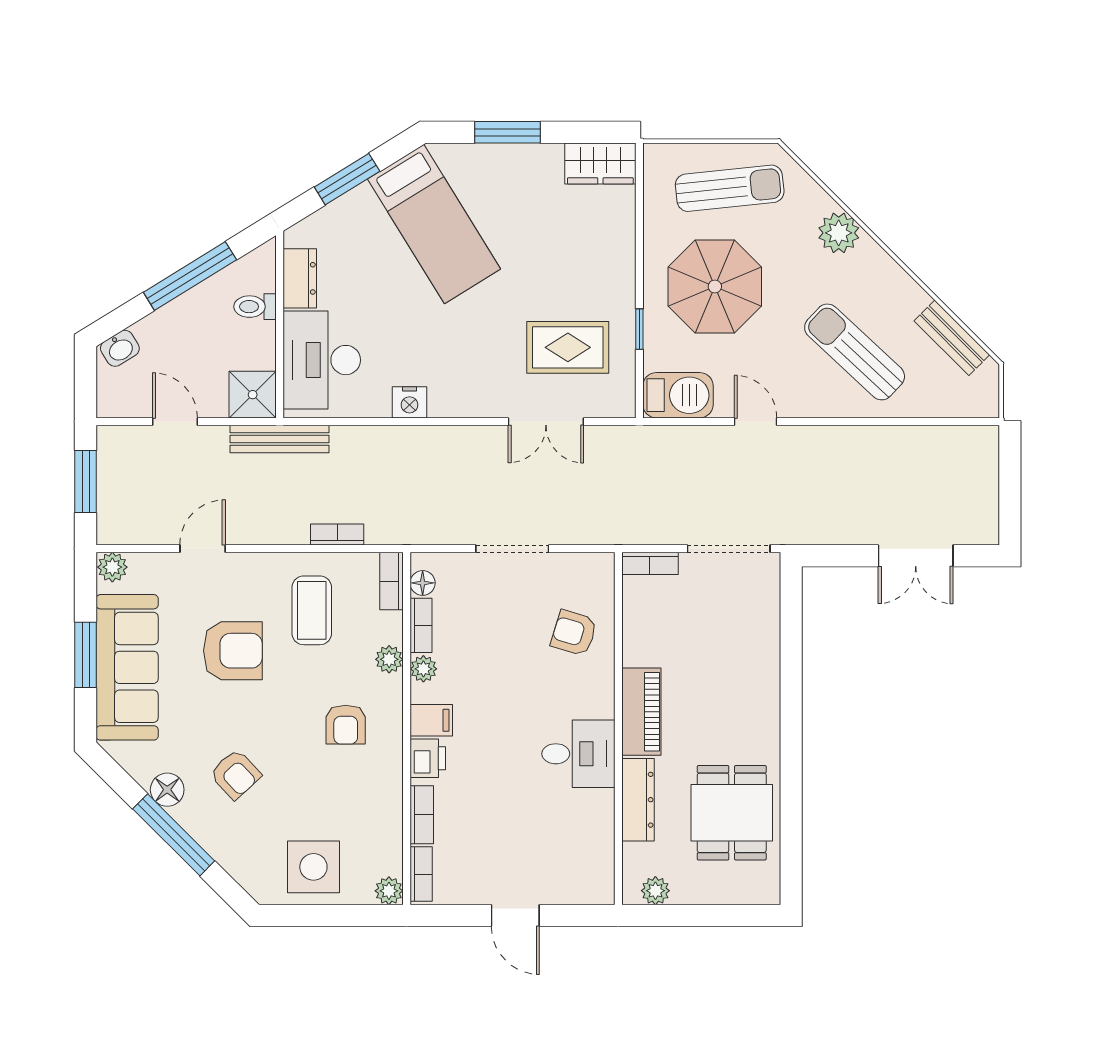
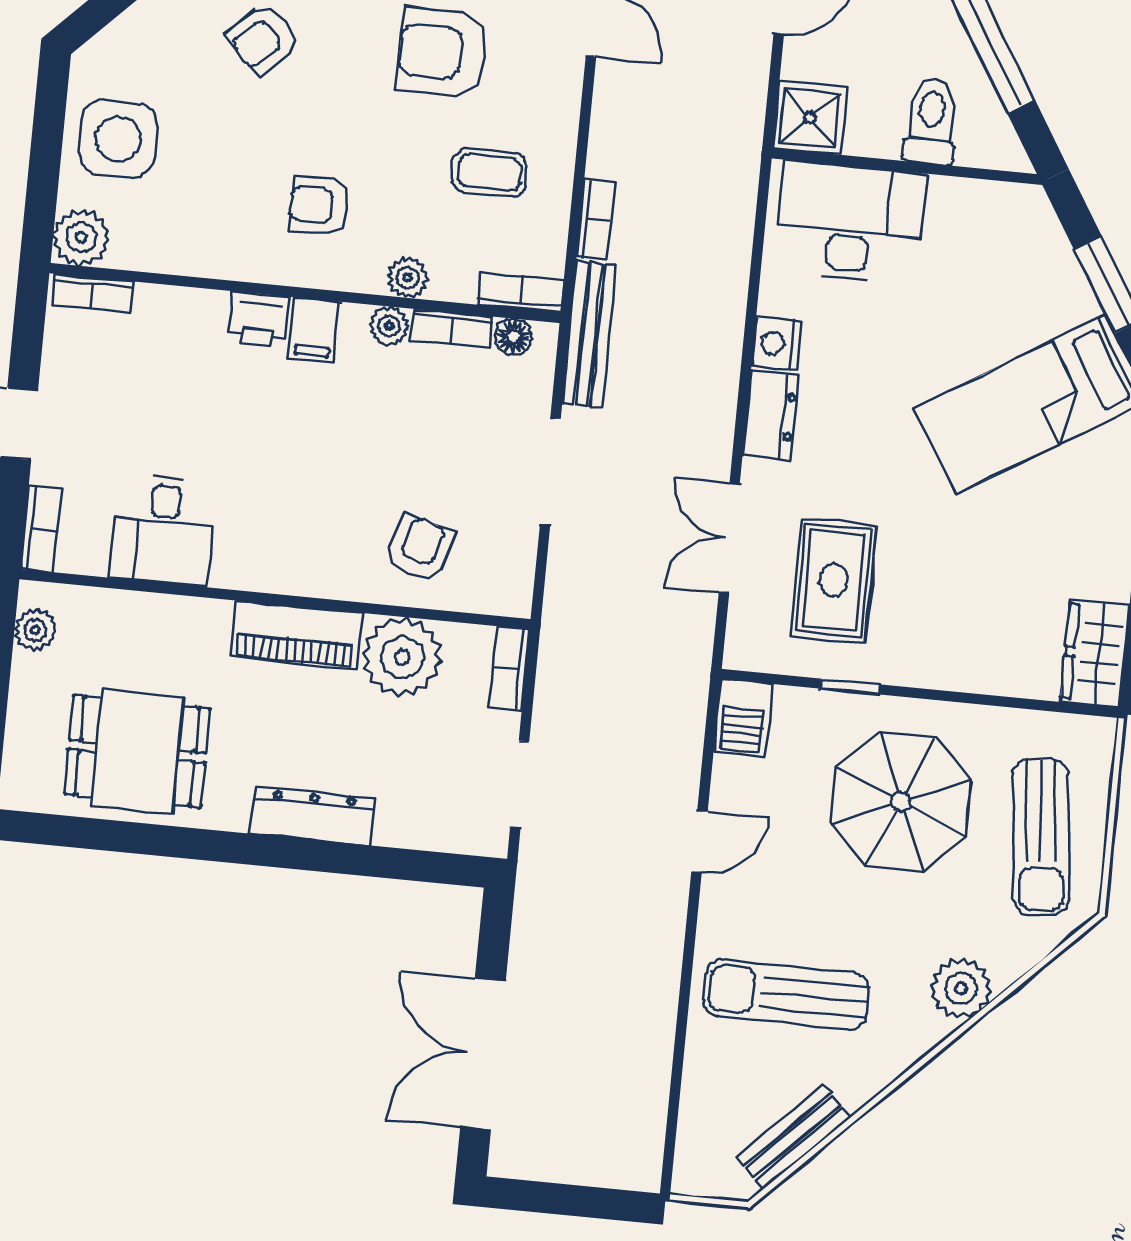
dresser: (300, 278) -> (771, 415), moved, turned -90
toilet: (255, 307) -> (931, 121), width x1.37, depth x1.39
sun lounger: (855, 352) -> (786, 994), turned -133
barbecue: (678, 395) -> (743, 718), width x0.73, depth x0.79
bench: (280, 439) -> (589, 334), moved
doorway: (729, 549) -> (520, 784), width x0.73
double door: (916, 556) -> (483, 1054), width x1.37
coffee table: (312, 610) -> (489, 173), width x0.73, depth x0.77
plant: (649, 638) -> (402, 657), added
armchair: (233, 651) -> (442, 53), turned 90
desk: (578, 754) -> (163, 530), moved
dresser: (638, 800) -> (313, 816), moved, turned 180
bookcase: (422, 815) -> (41, 529), moved, turned -90
plant: (389, 891) -> (81, 238), width x1.38, depth x1.38

